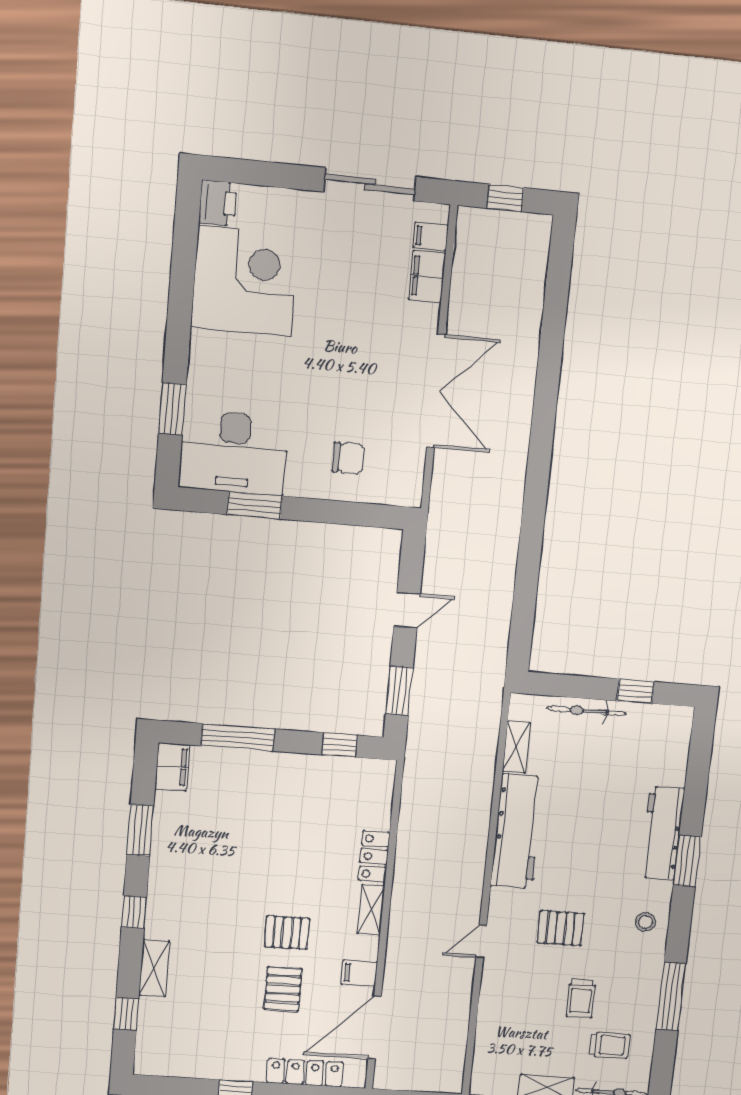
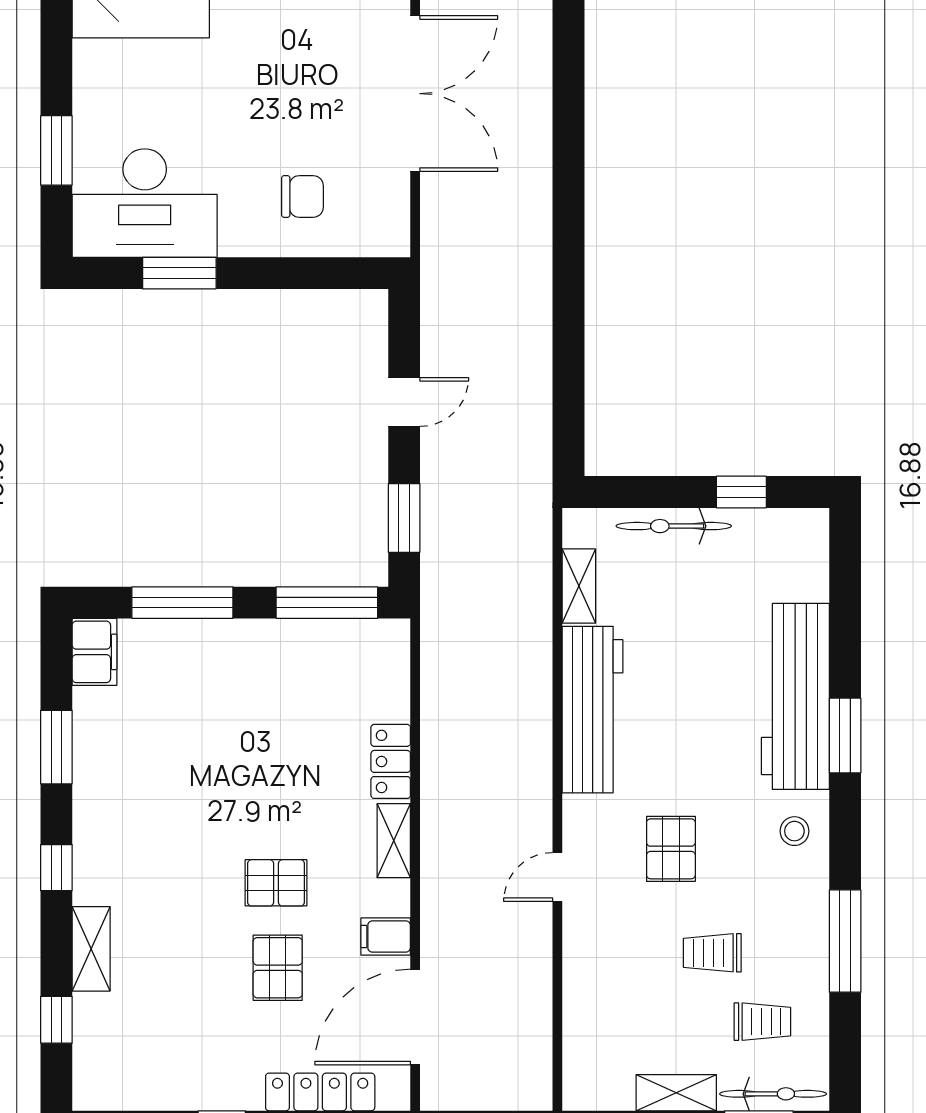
window: (340, 745) -> (327, 603), width x2.17
workbench: (662, 833) -> (795, 696), width x1.36, depth x1.32
pallet: (561, 928) -> (671, 849), turned 90
trolley: (581, 998) -> (712, 953), turned 90

